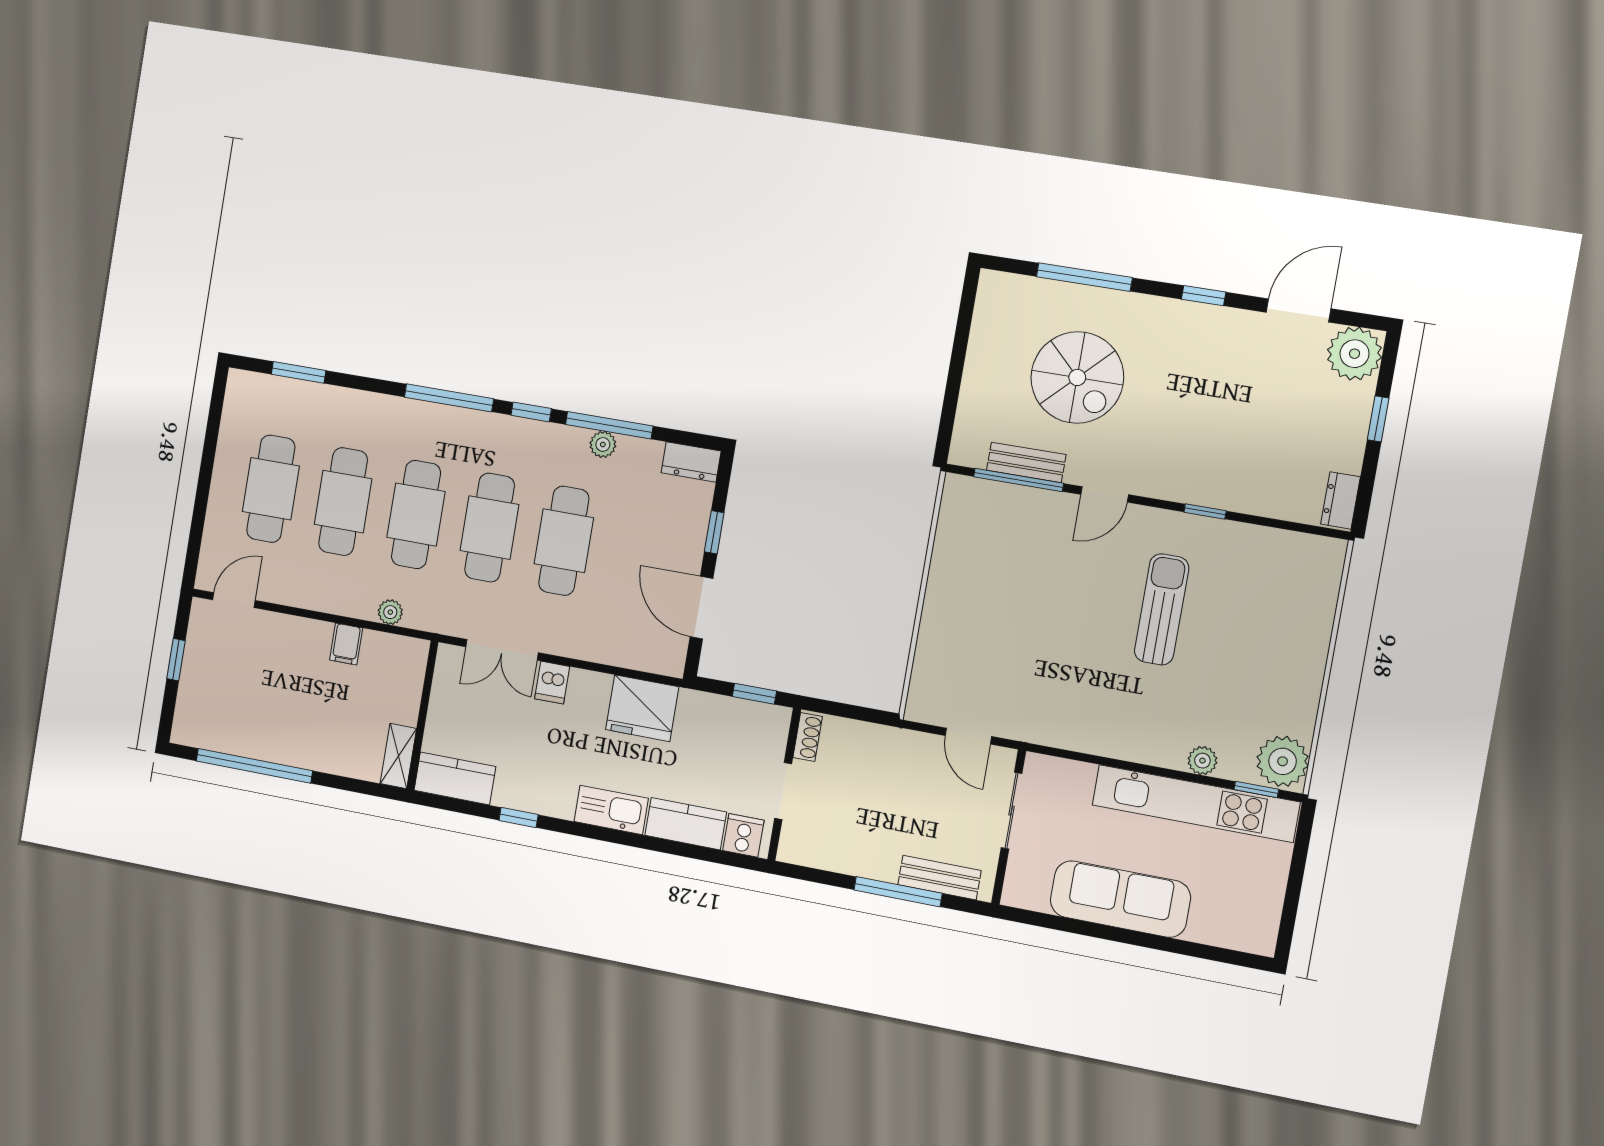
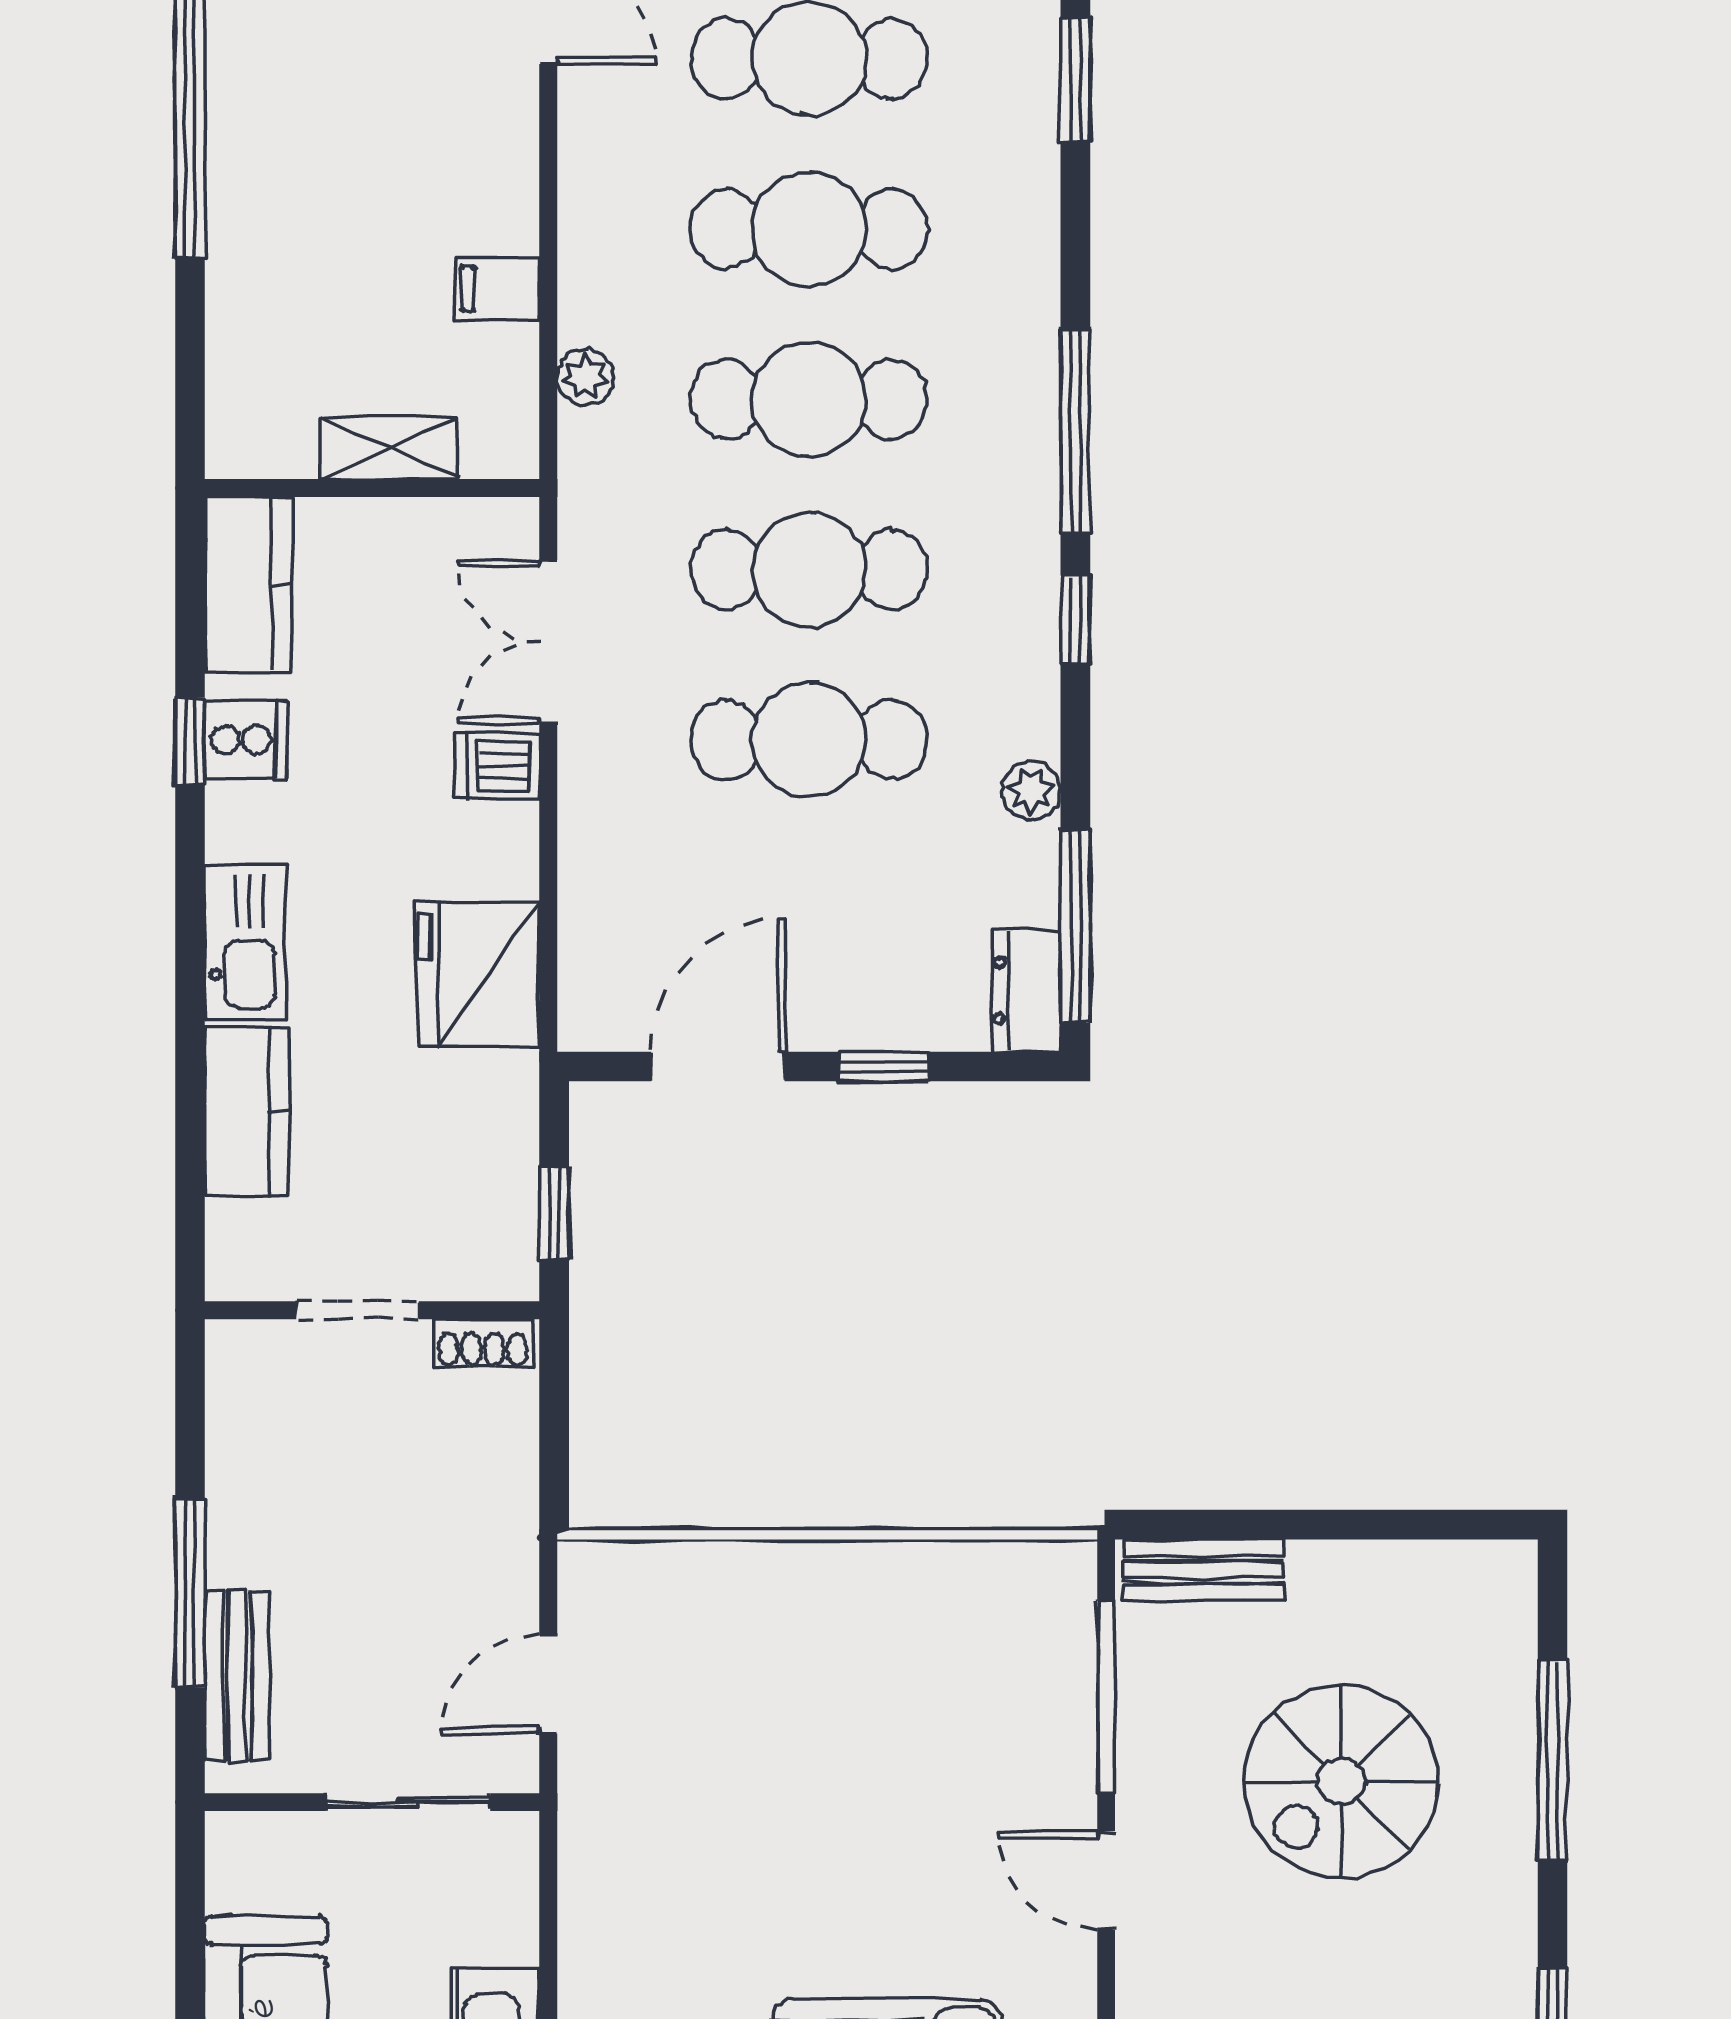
window: (609, 425) -> (1075, 926), moved
bench: (1026, 462) -> (1203, 1570), moved, turned 90
shelving: (398, 756) -> (389, 448), moved
cooker: (743, 835) -> (246, 740), moved

